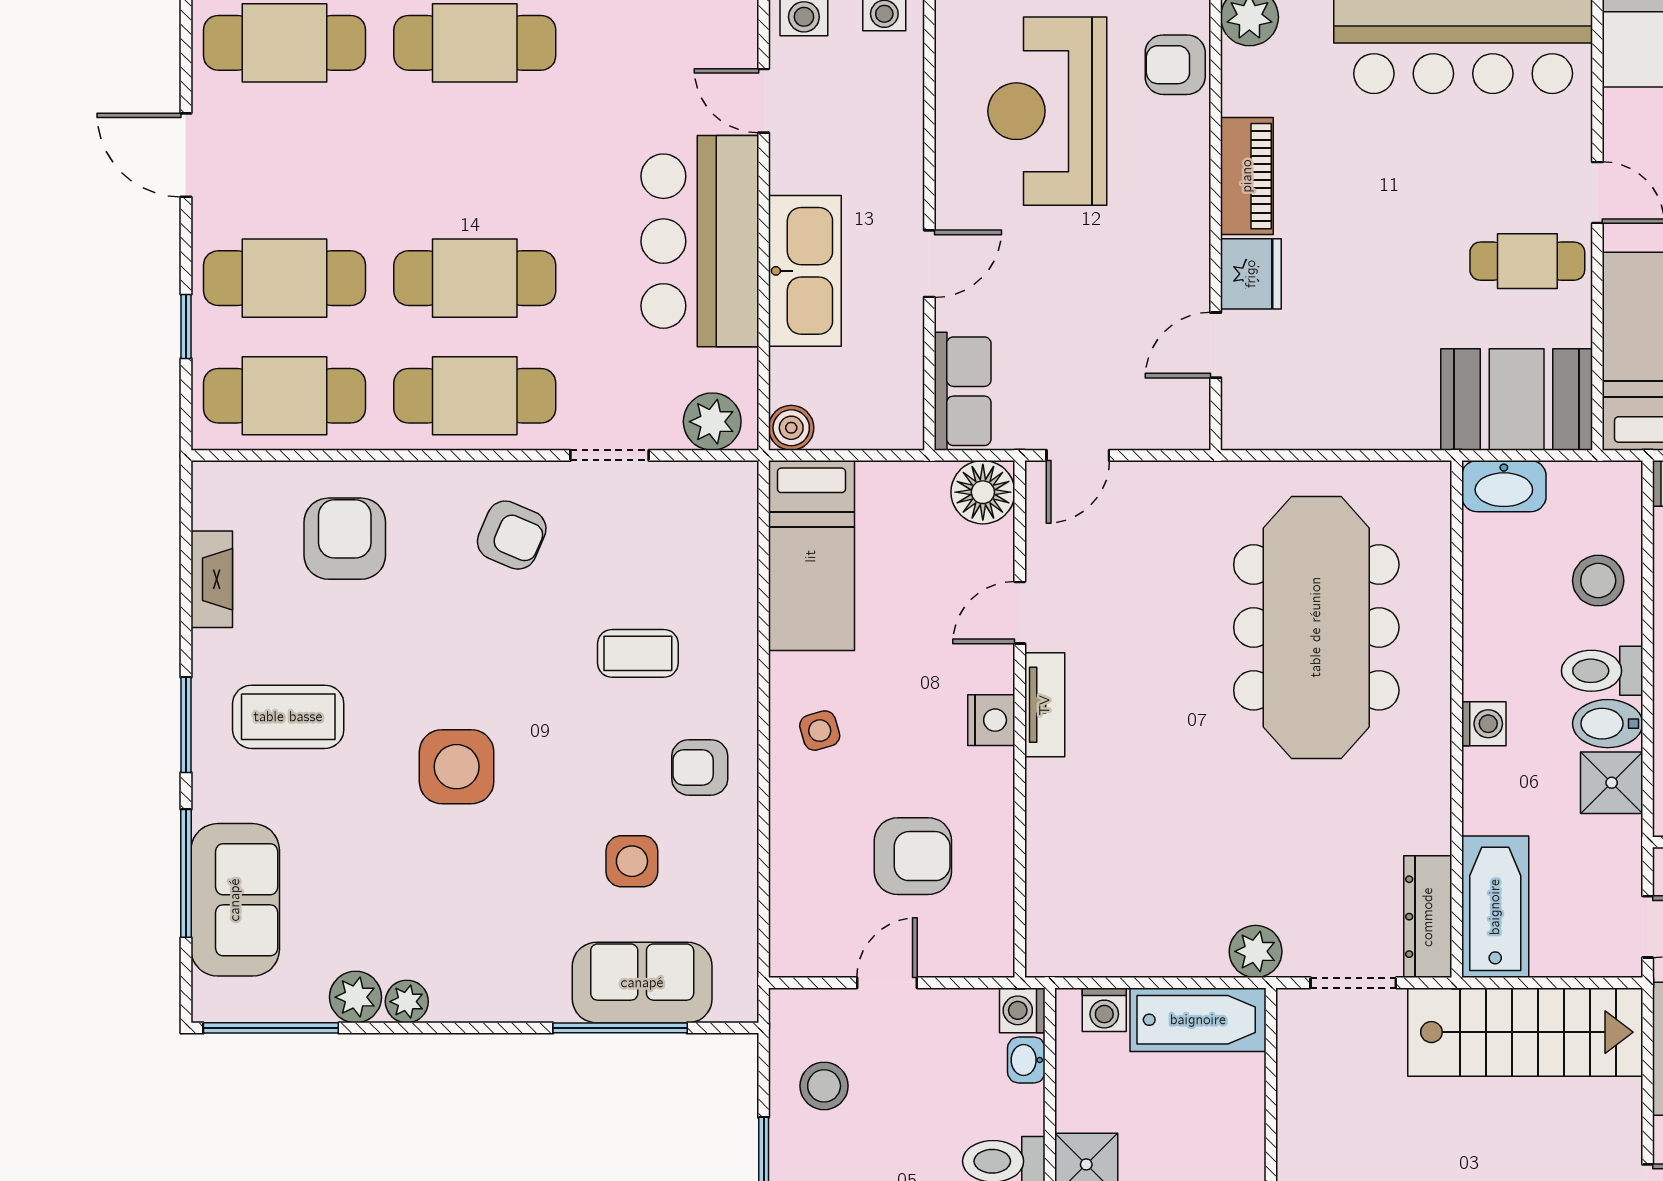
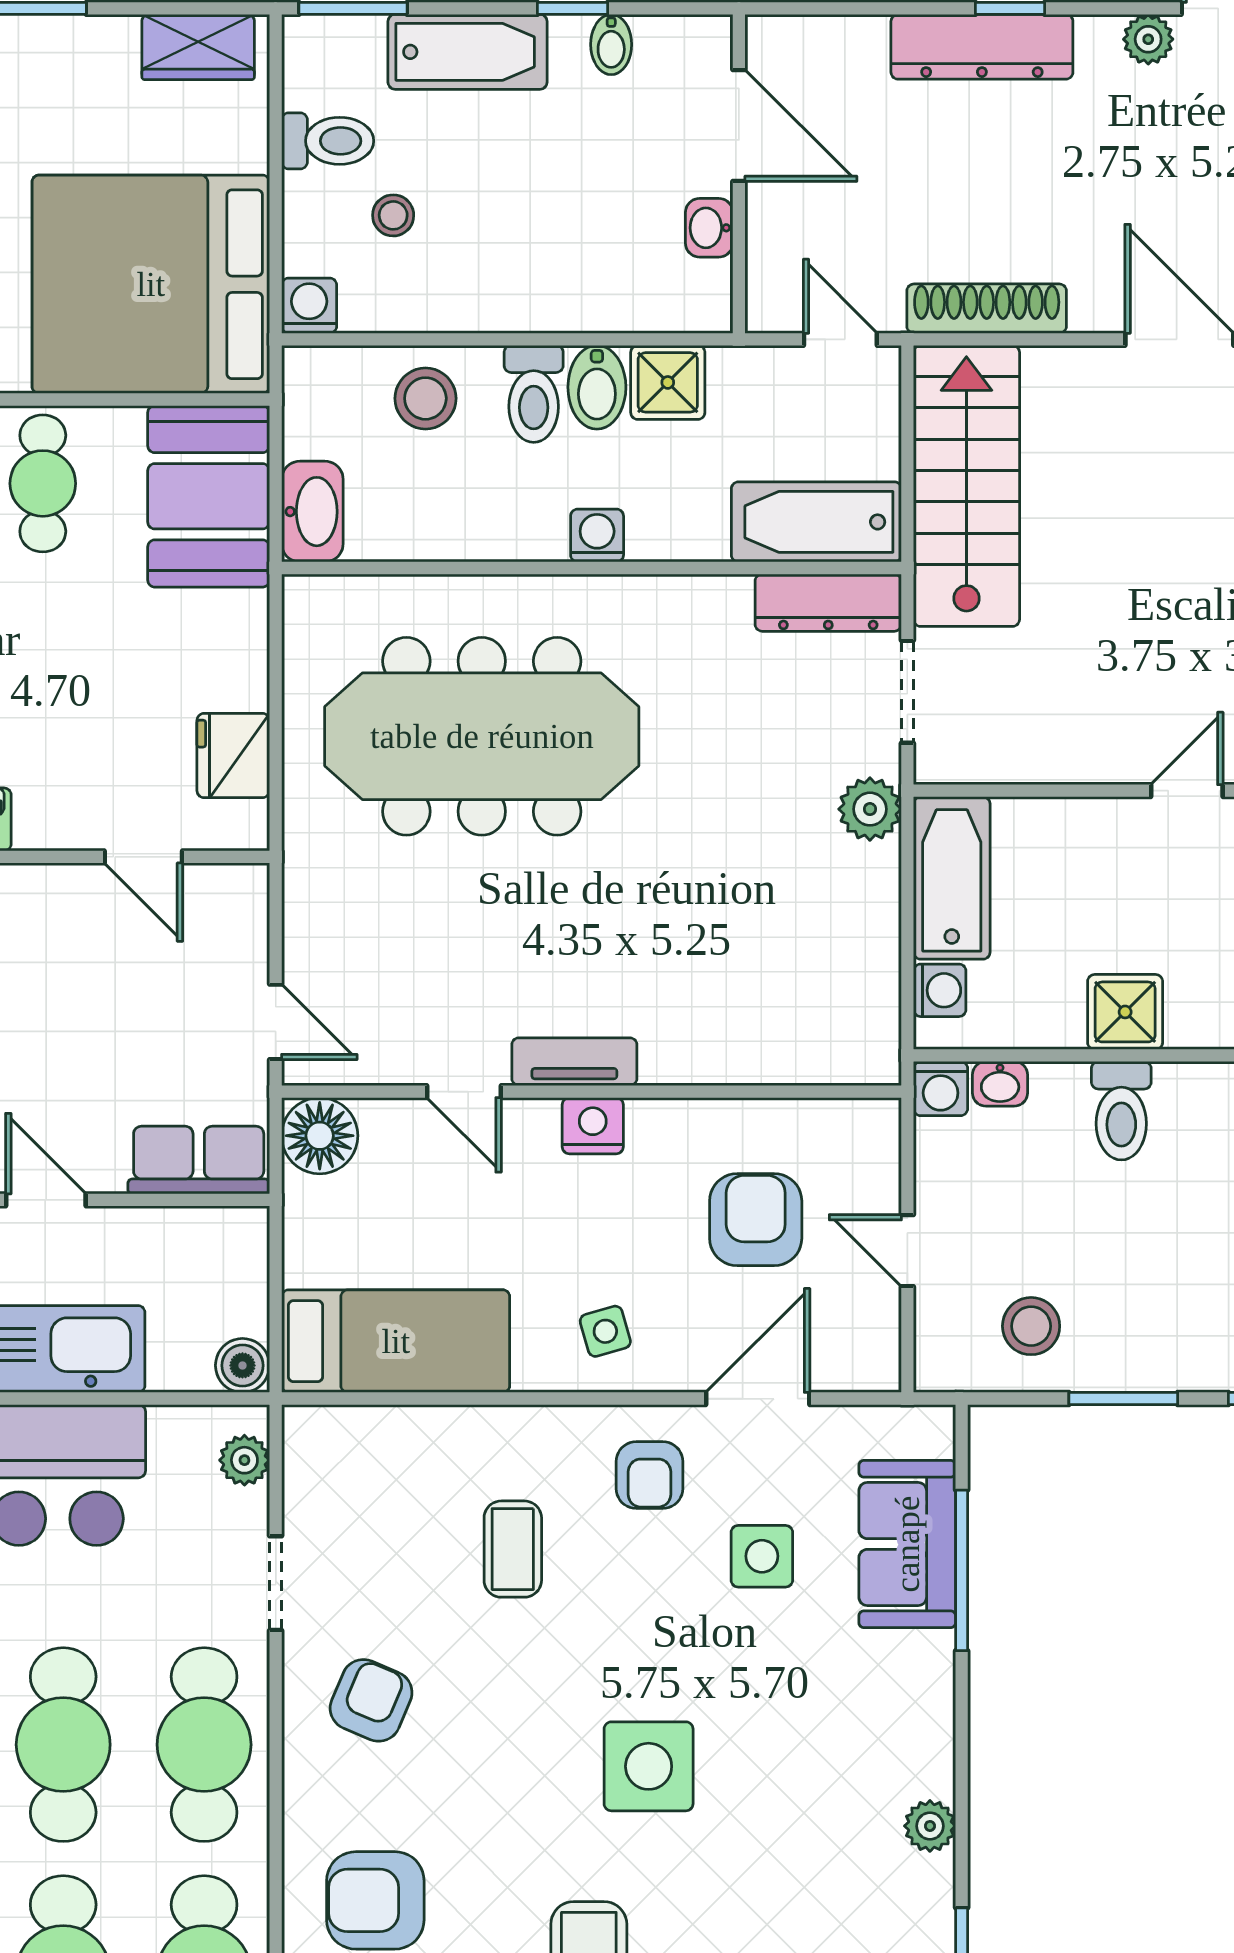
fridge: (1251, 274) -> (233, 756), moved, turned -90
plant: (712, 422) -> (244, 1460), width x0.73, depth x0.73
door: (764, 858) -> (758, 1399), added
plant: (356, 997) -> (925, 1887), removed

